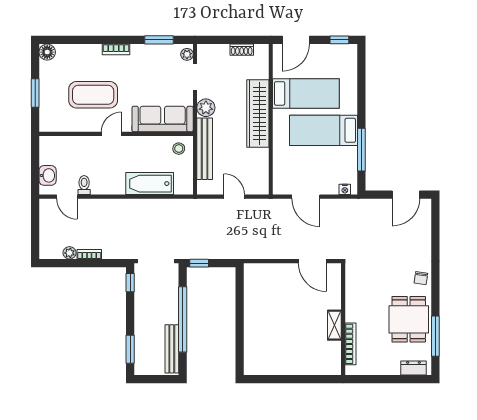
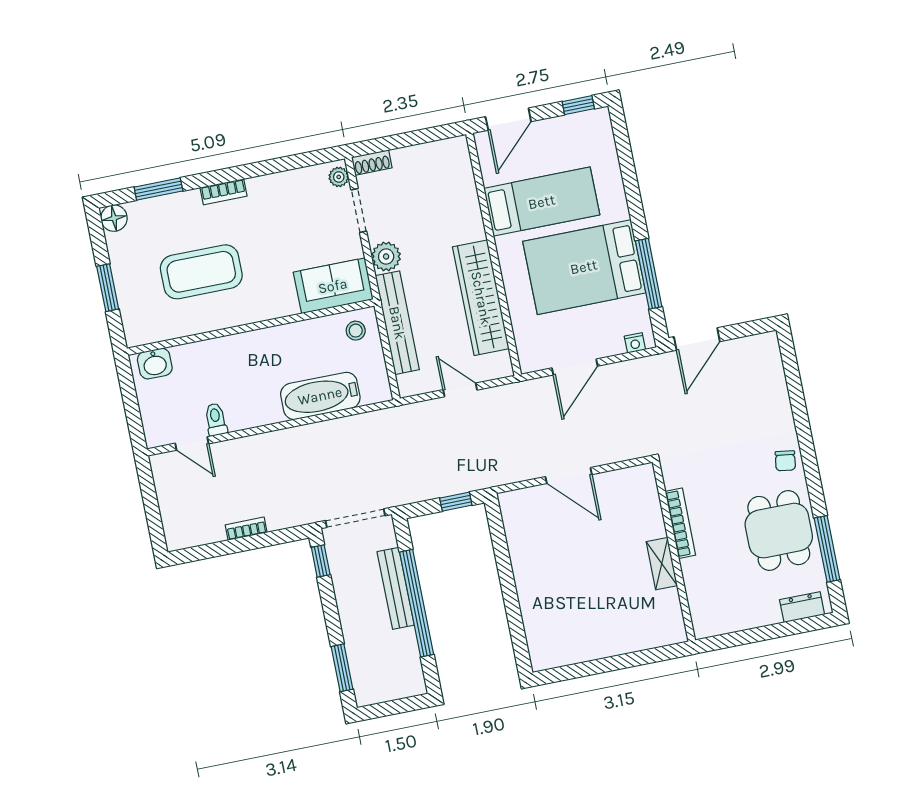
window: (159, 40) -> (158, 189), moved
shoe rack: (242, 50) -> (372, 163), moved
wardrobe: (258, 113) -> (481, 298), moved
sofa: (163, 119) -> (333, 286), width x0.73
bed: (323, 130) -> (584, 267), width x1.50
door: (112, 134) -> (243, 329), removed
washbasin: (48, 175) -> (155, 364), moved, turned 90
door: (406, 195) -> (697, 339), moved
door: (306, 197) -> (575, 367), hinge flipped
plant: (69, 253) -> (214, 533), removed
door: (312, 261) -> (569, 476), moved
window: (199, 263) -> (456, 502), moved
bookcase: (350, 344) -> (680, 523), moved
bench: (172, 349) -> (396, 588), moved

